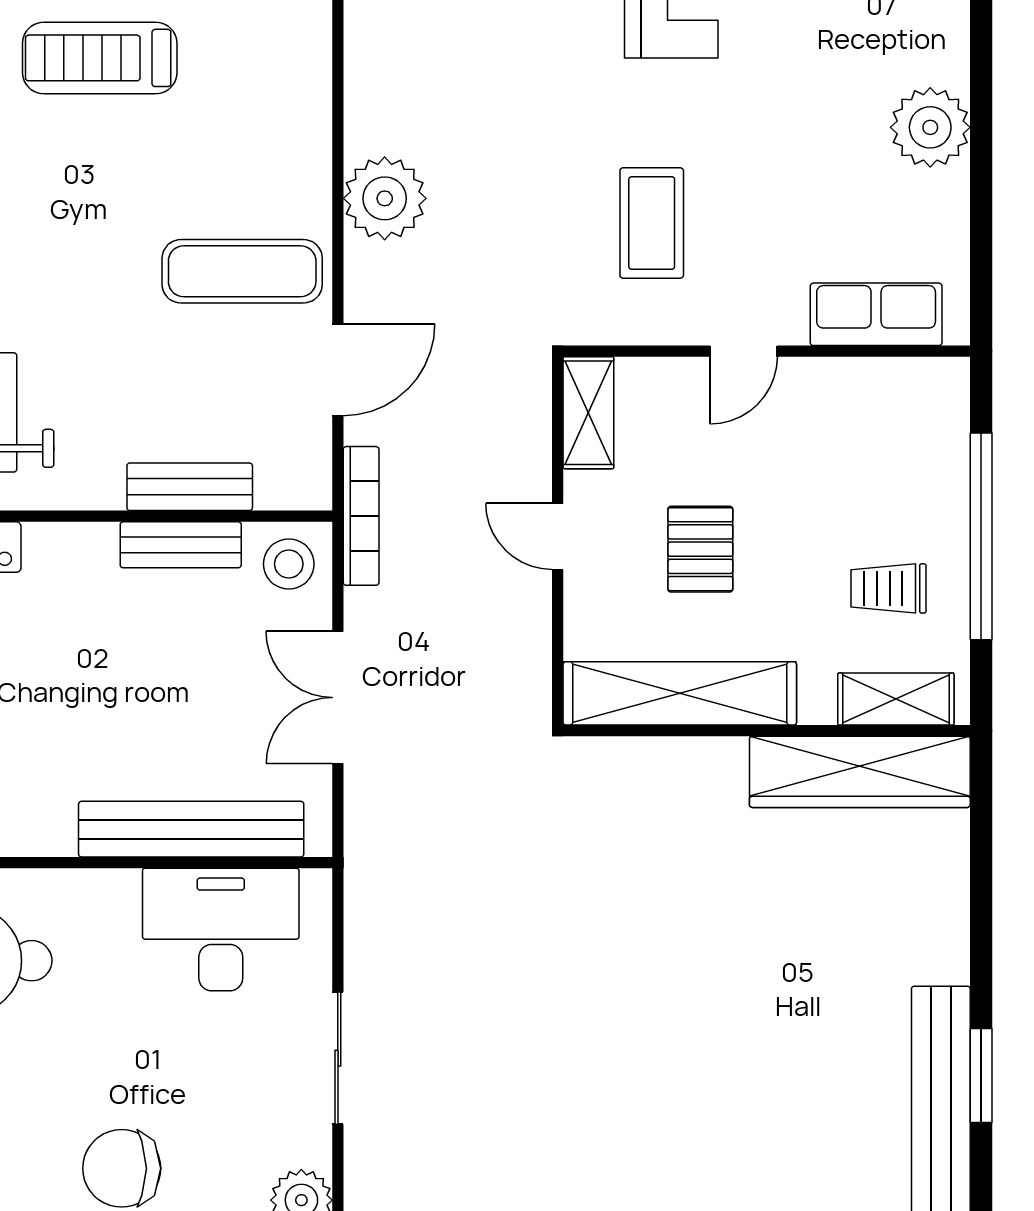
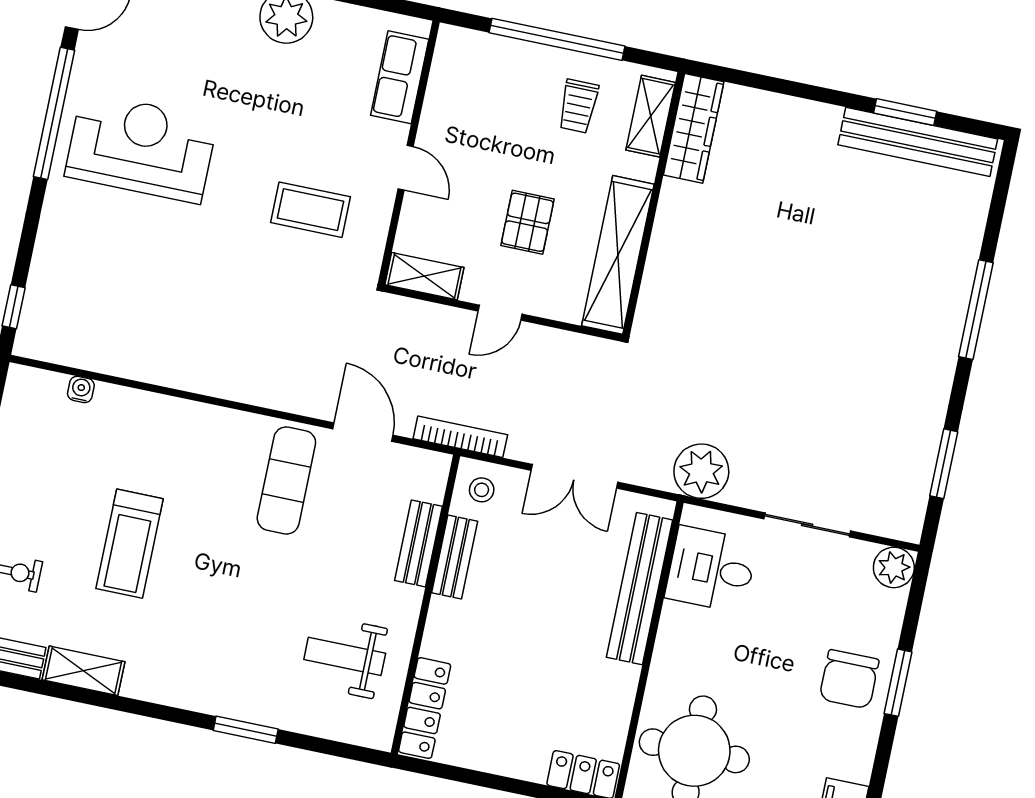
plant: (385, 198) -> (701, 471), moved
pallet: (700, 549) -> (528, 222), turned 90
stool: (289, 564) -> (482, 490), width x0.73, depth x0.73
wardrobe: (860, 772) -> (694, 128), width x0.71, depth x0.85
desk: (221, 930) -> (711, 569), width x0.73

